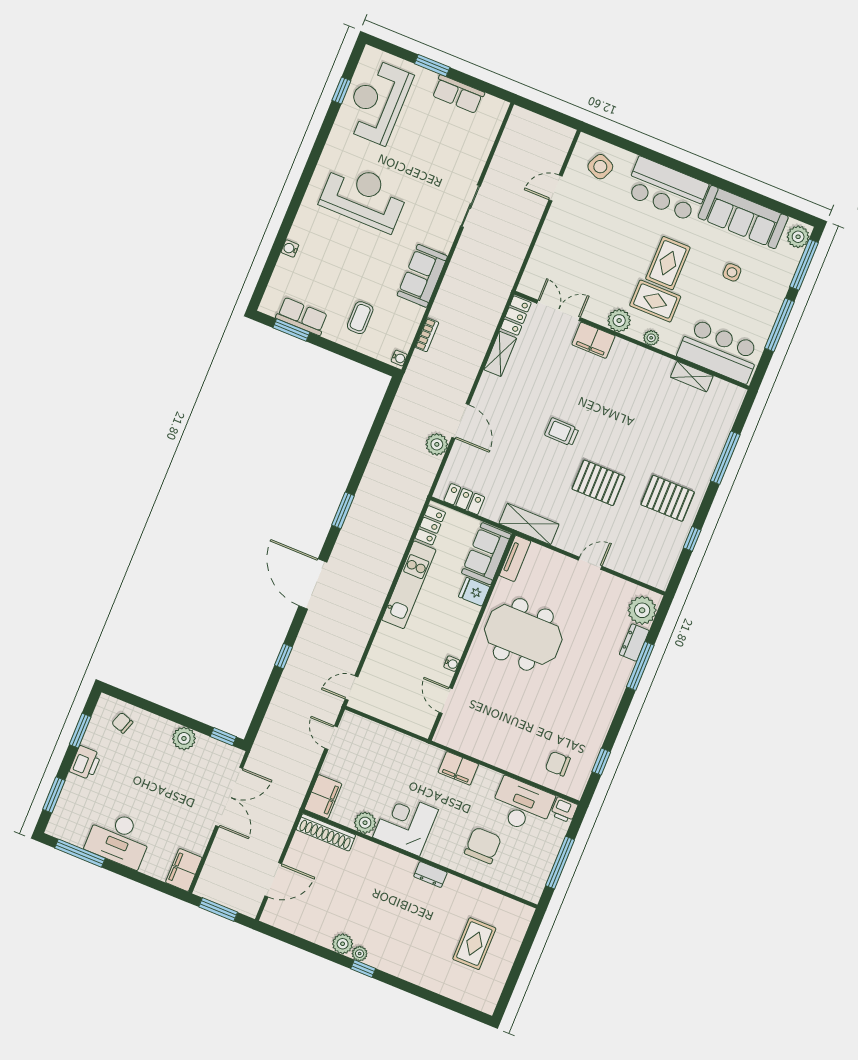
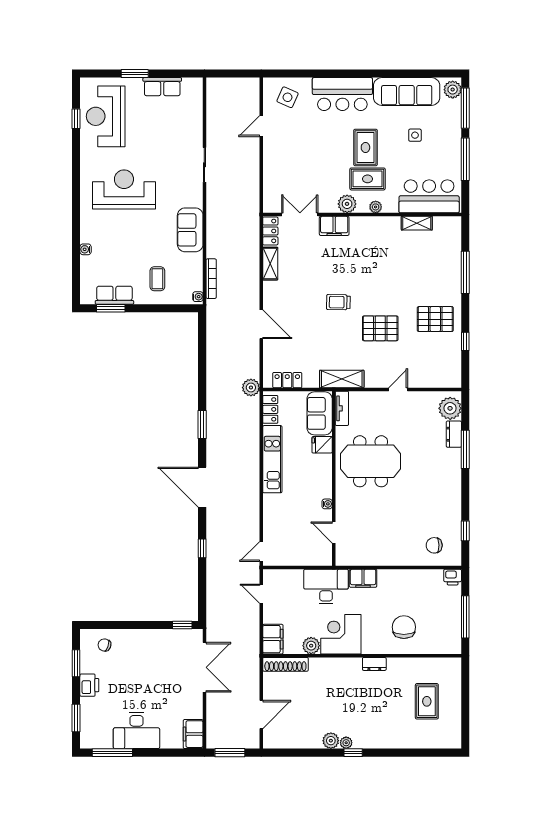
bookcase: (427, 335) -> (211, 279), width x1.56
plant: (437, 444) -> (251, 388), moved
plant: (184, 738) -> (154, 638), removed
desk: (522, 806) -> (326, 586), moved

